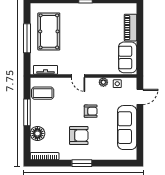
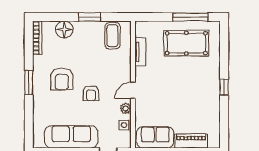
window: (27, 38) -> (190, 17), moved
tv unit: (46, 70) -> (140, 52), moved
door: (78, 76) -> (133, 90), moved
window: (27, 112) -> (89, 17), width x0.69

